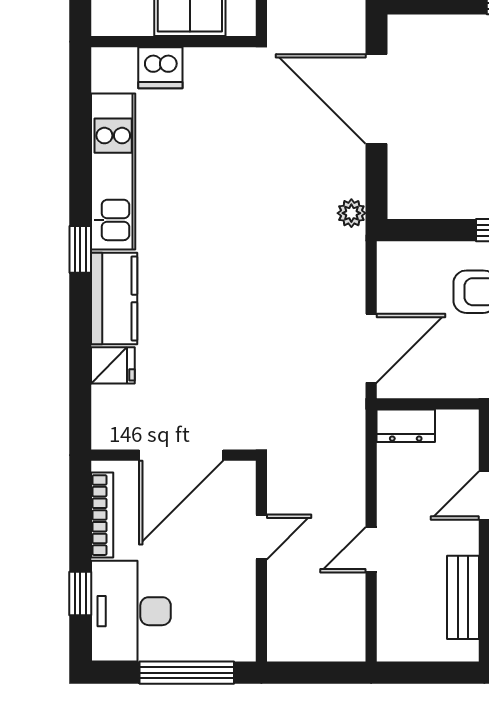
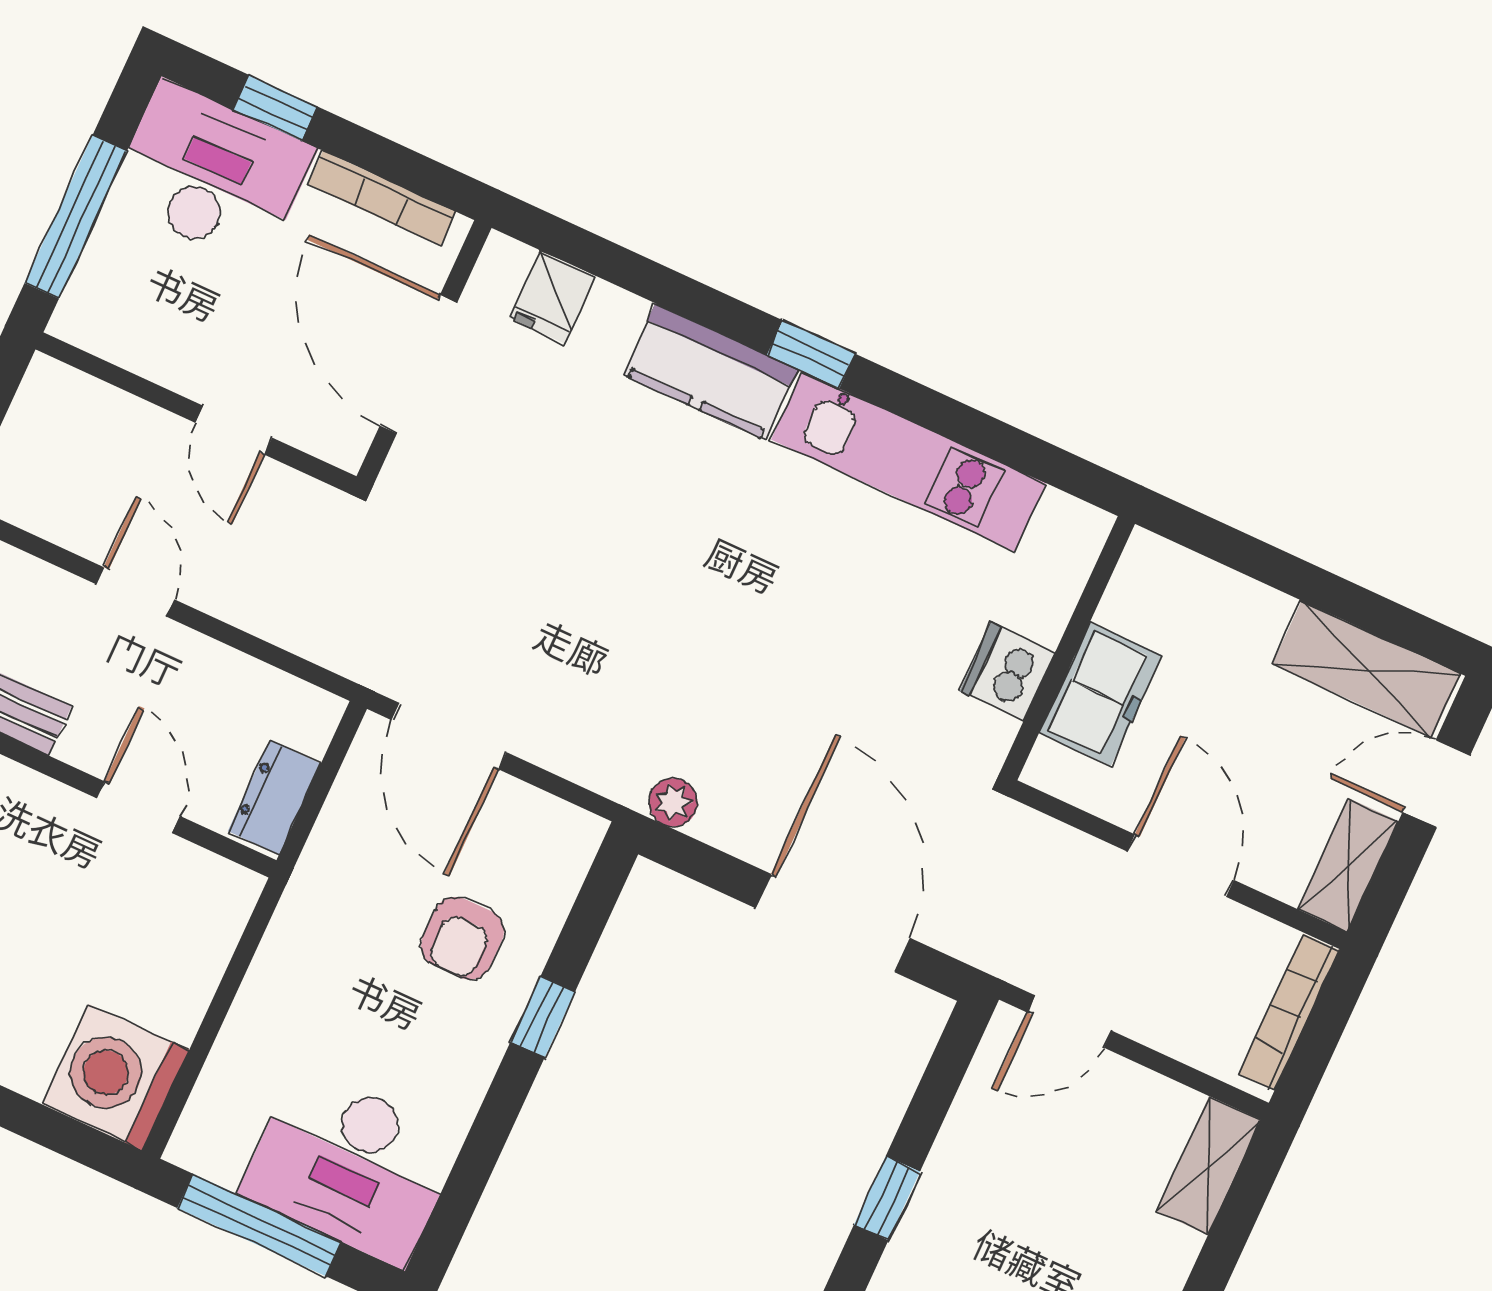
dishwasher: (160, 68) -> (1008, 671), moved
door: (377, 99) -> (833, 923), hinge flipped
fridge: (113, 365) -> (553, 297), moved
dresser: (406, 426) -> (274, 797), moved

